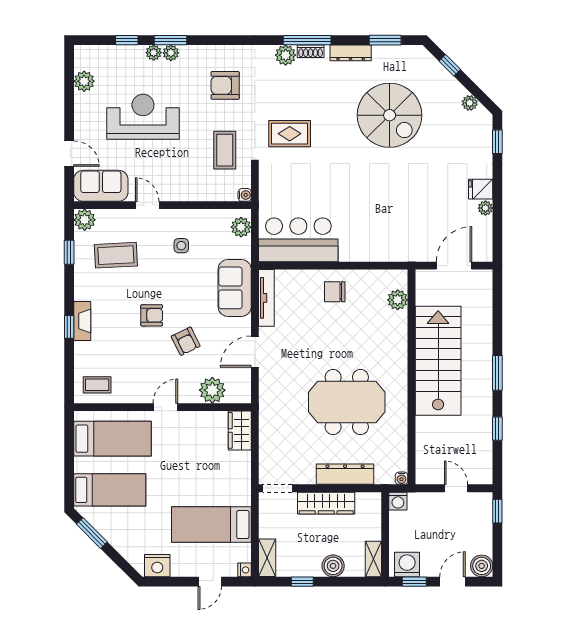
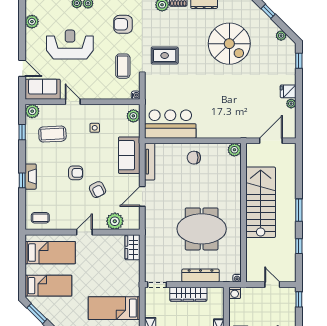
plant: (398, 300) -> (234, 150), moved

